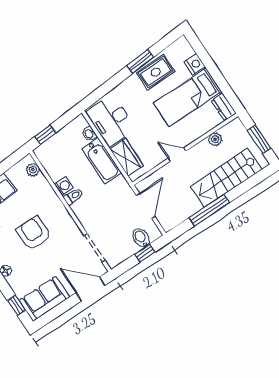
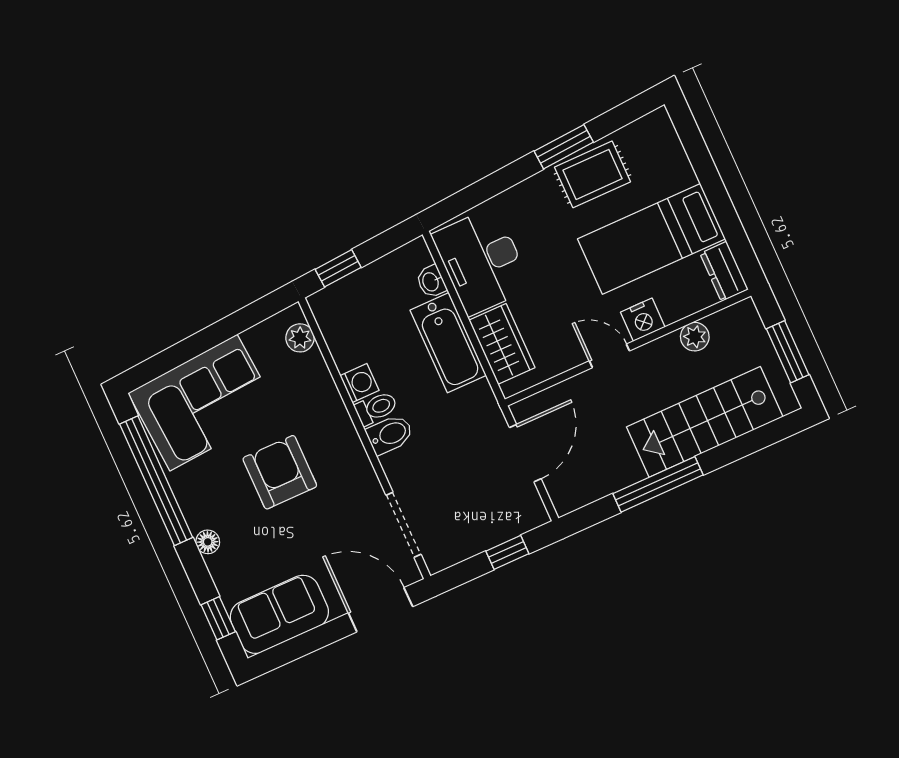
nightstand: (195, 64) -> (643, 320), moved, turned 90
bidet: (141, 238) -> (390, 434), moved, turned 90

